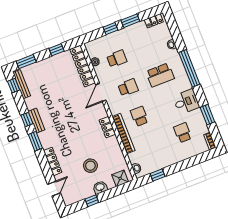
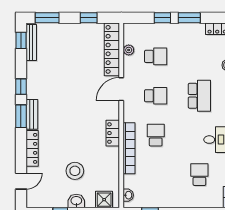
school desk: (160, 75) -> (199, 96), turned -90
bench: (36, 121) -> (32, 114), moved

